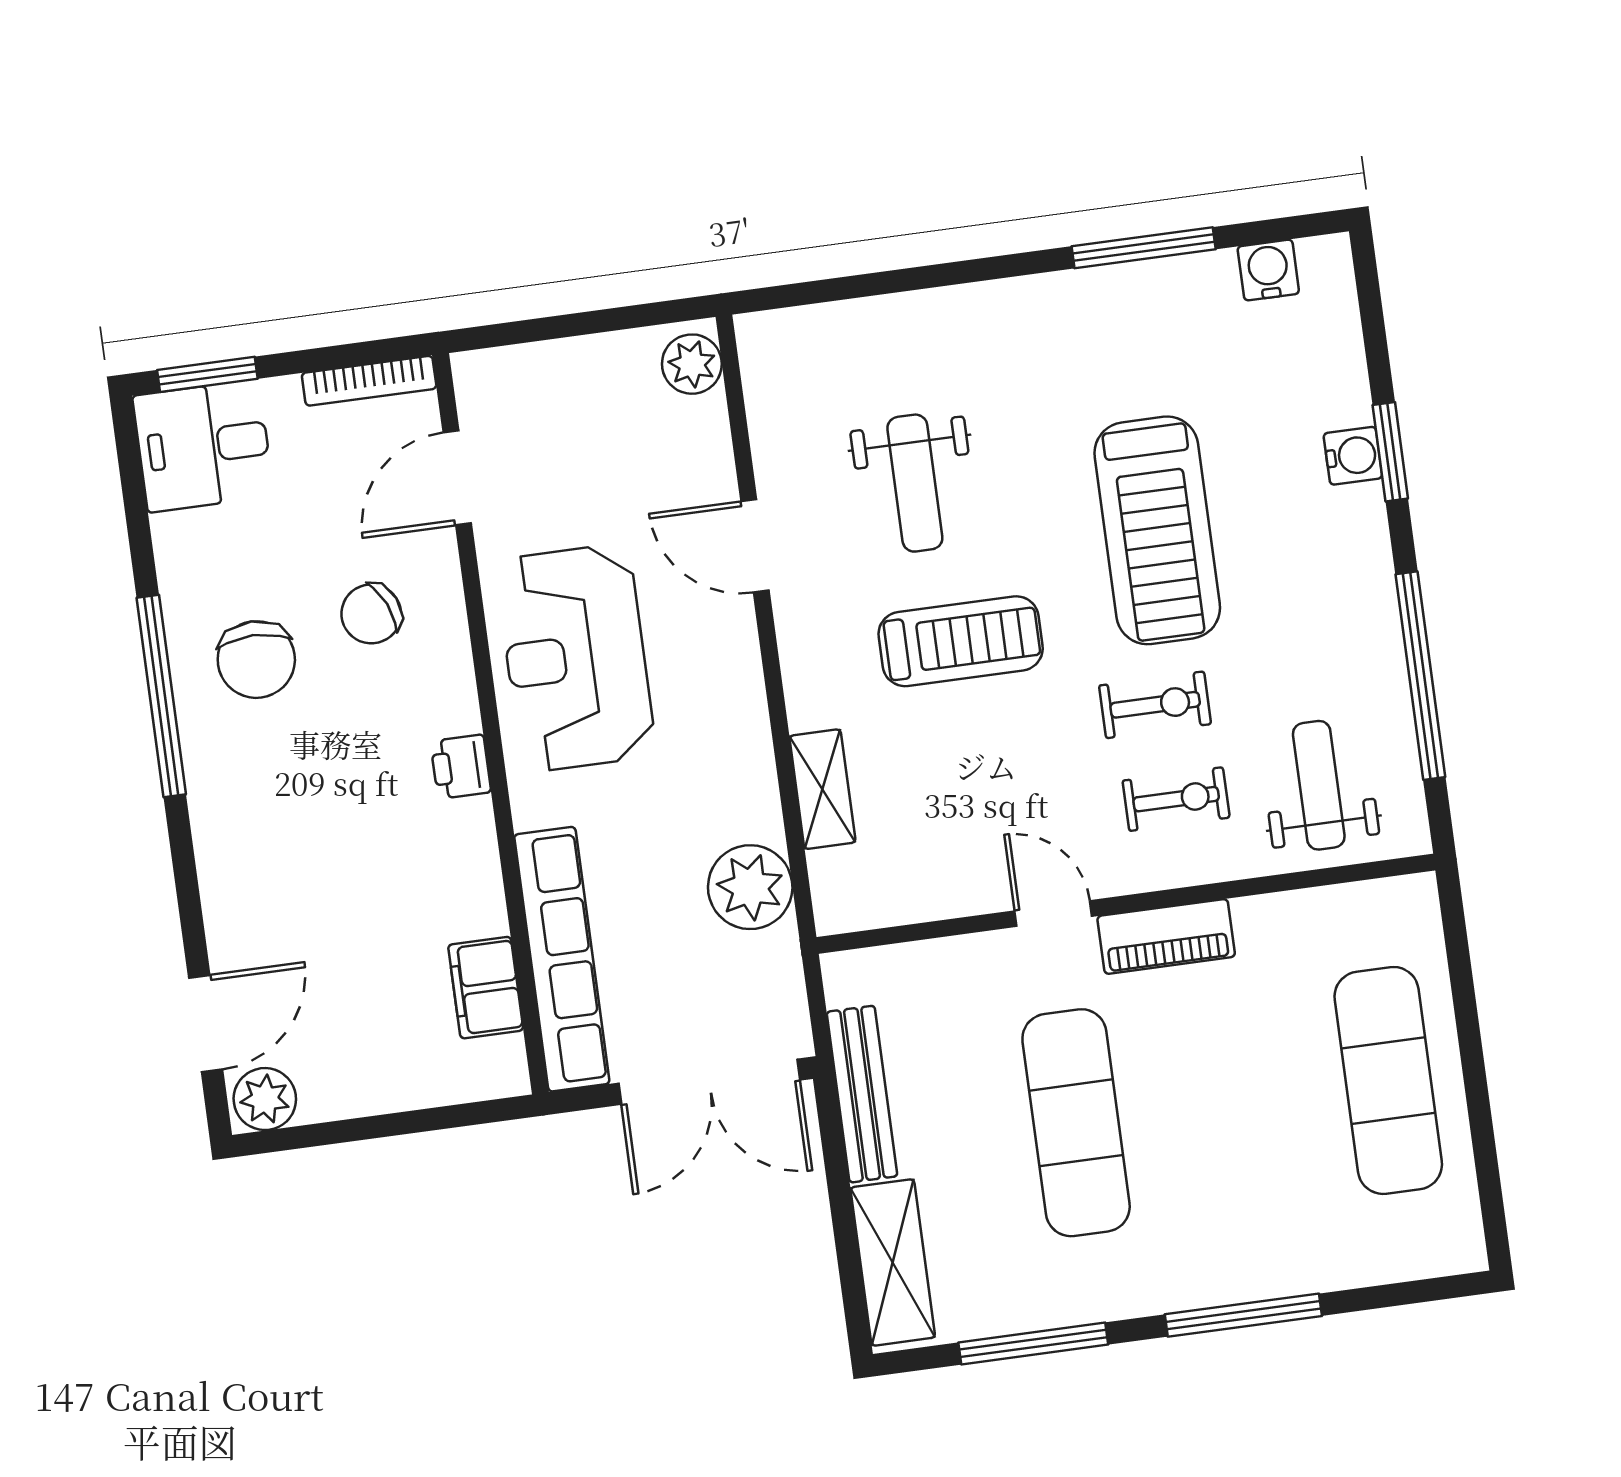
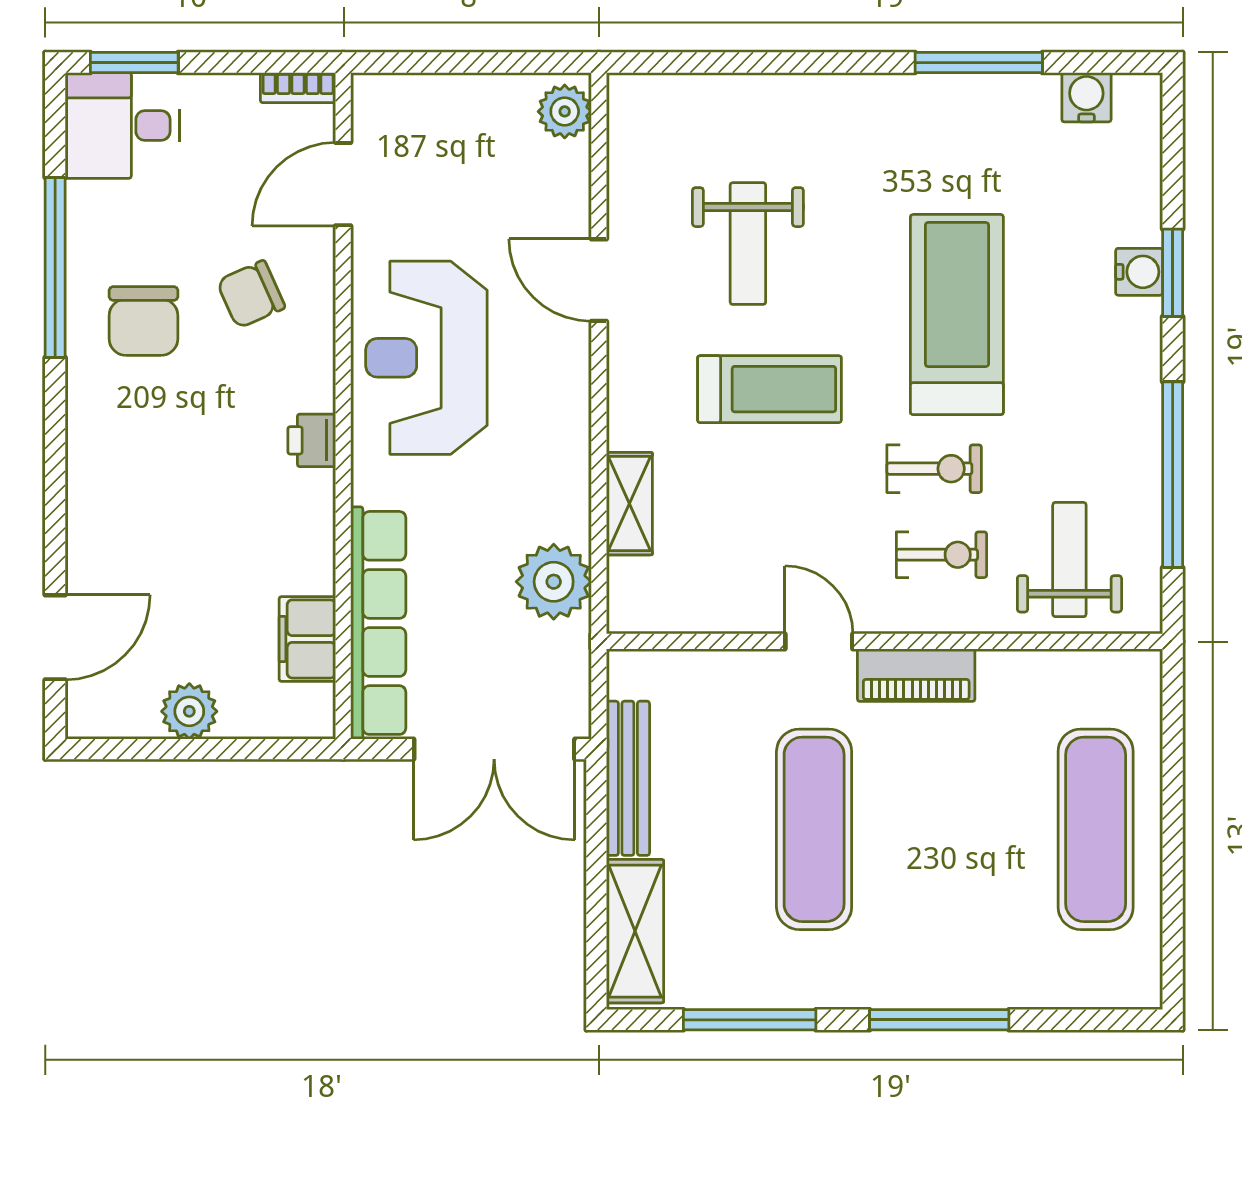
bookcase: (369, 381) -> (298, 88), width x0.64
treadmill: (1157, 530) -> (957, 315), turned 180
window: (161, 696) -> (55, 268), moved
plant: (265, 1099) -> (189, 711), moved

